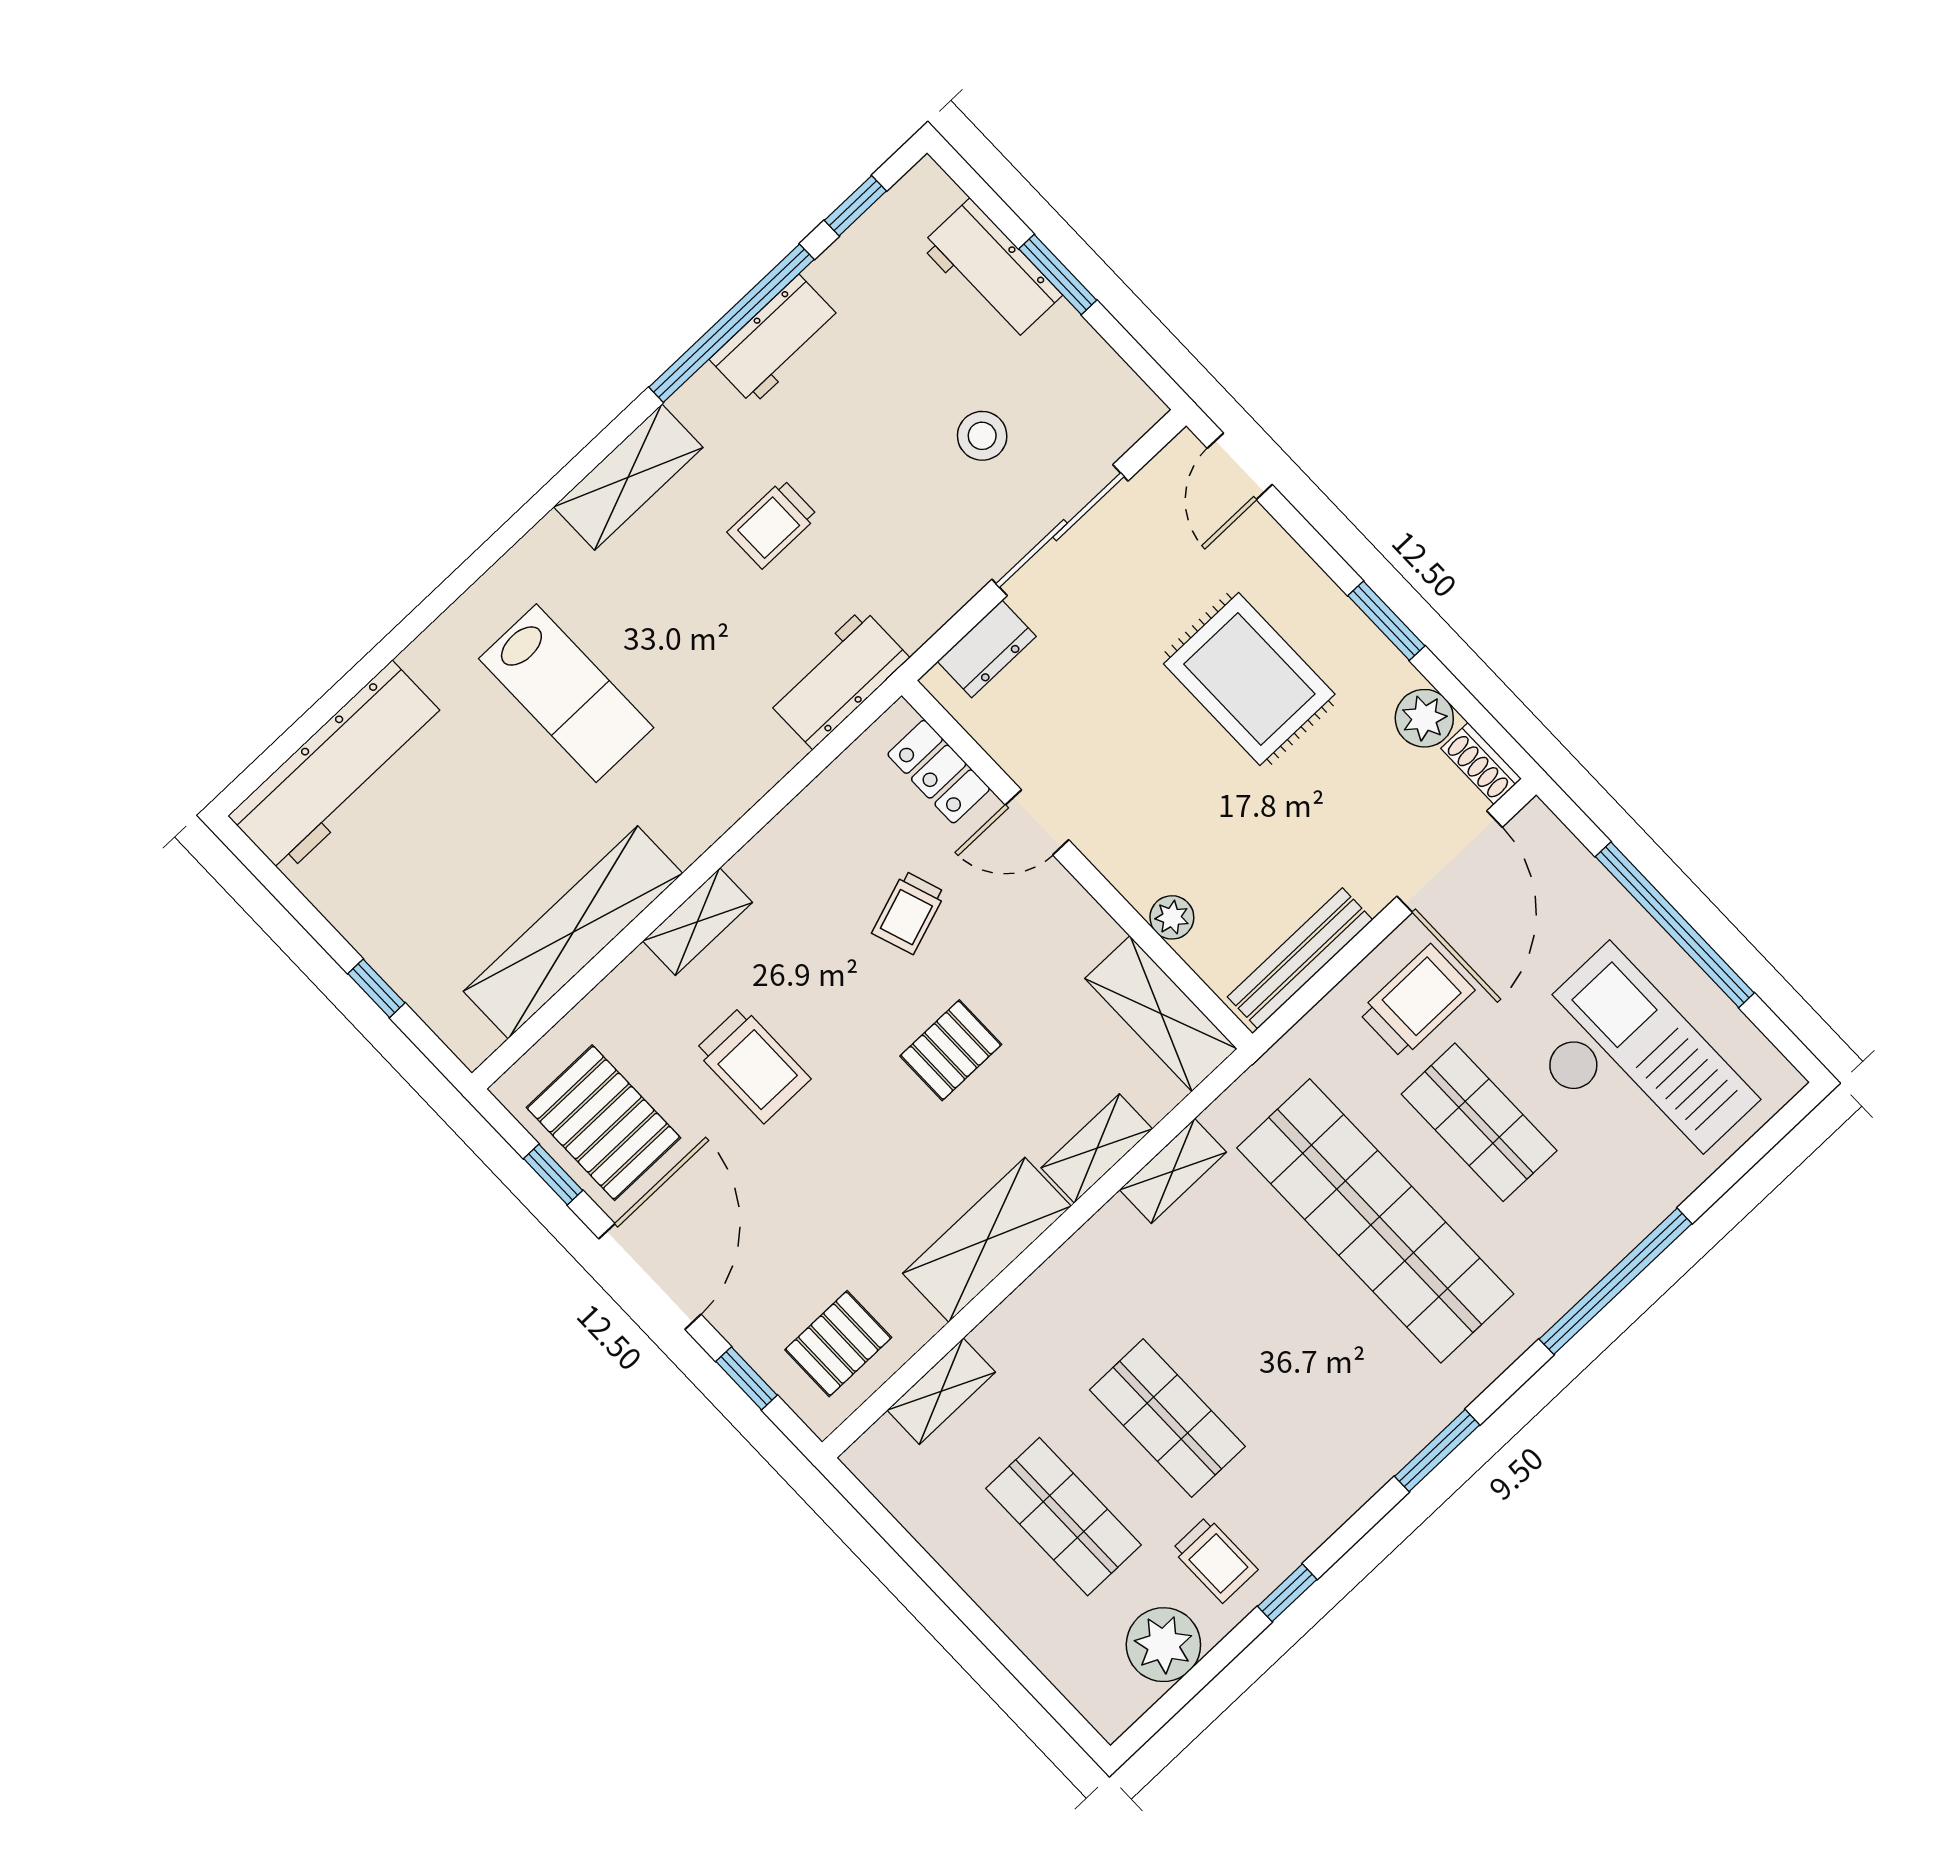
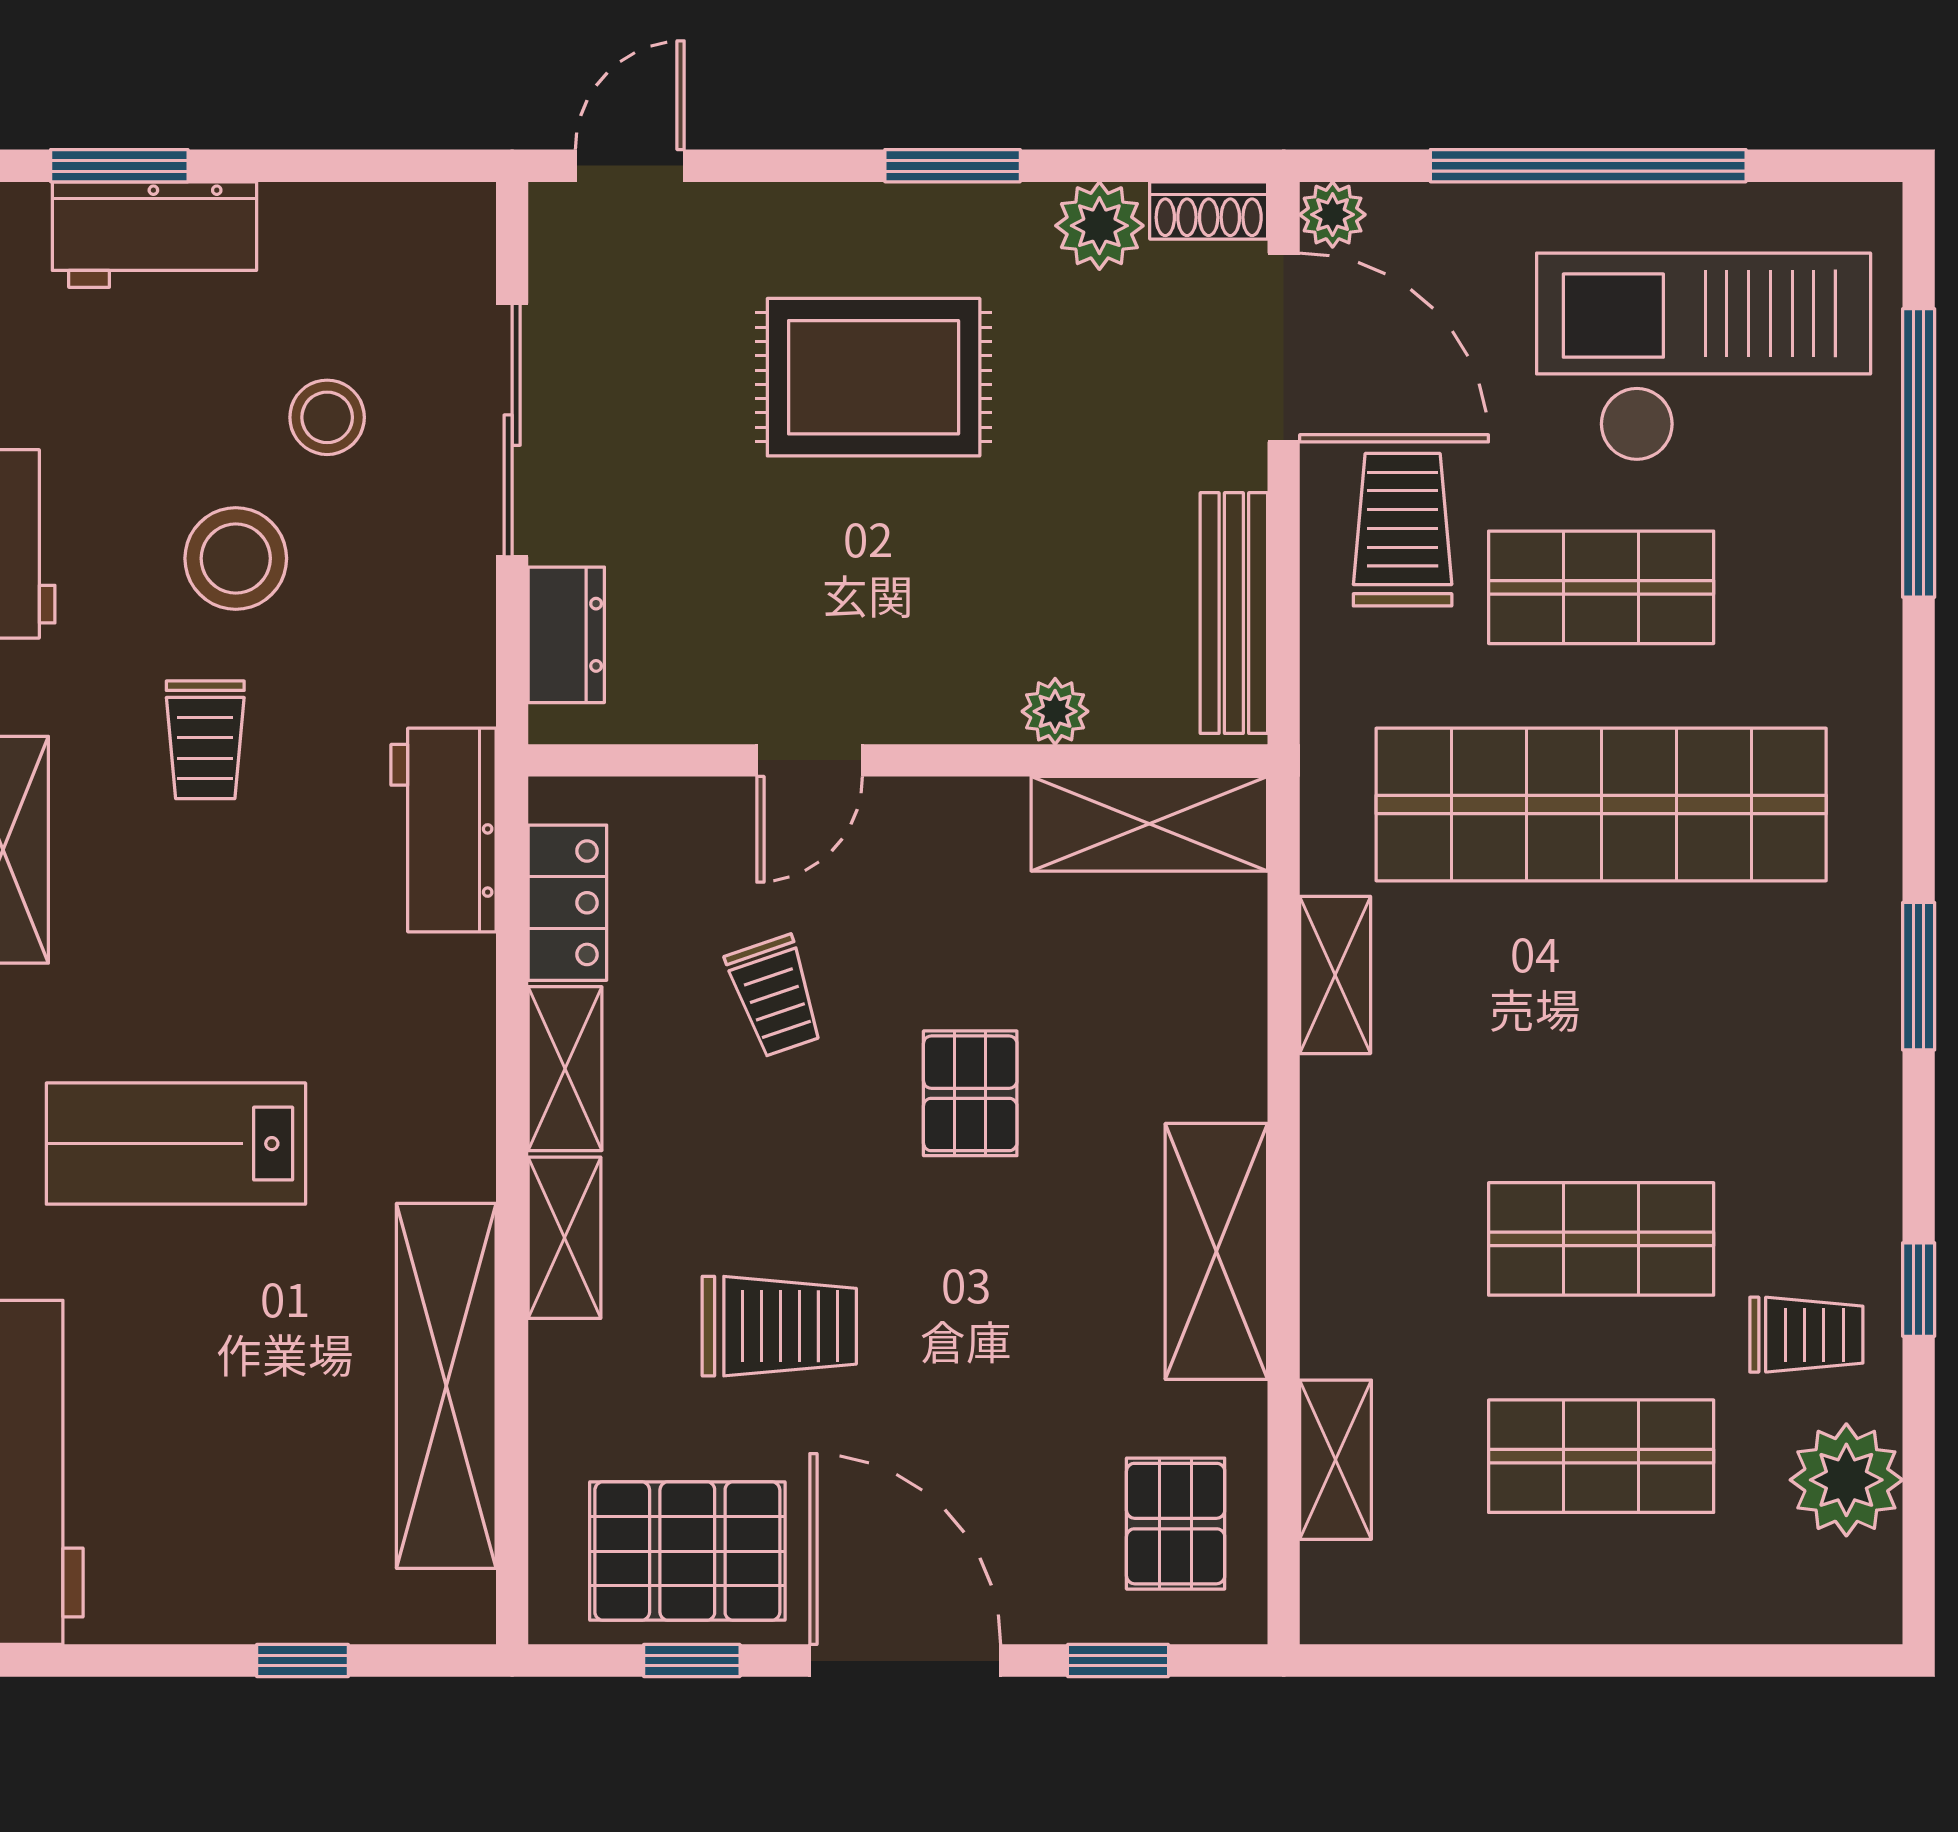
window: (1058, 275) -> (119, 166), moved
stool: (873, 456) -> (236, 558), added
door: (1240, 466) -> (630, 166), swing flipped
lab bench: (566, 693) -> (176, 1144), turned 180
locker: (939, 772) -> (567, 903), moved, turned -90
plant: (1535, 825) -> (1333, 215), added
shelving: (1097, 1148) -> (565, 1069), moved
window: (1616, 1281) -> (1919, 453), moved

